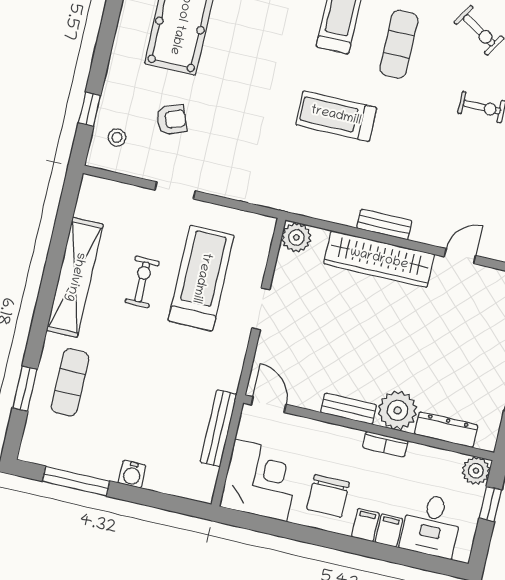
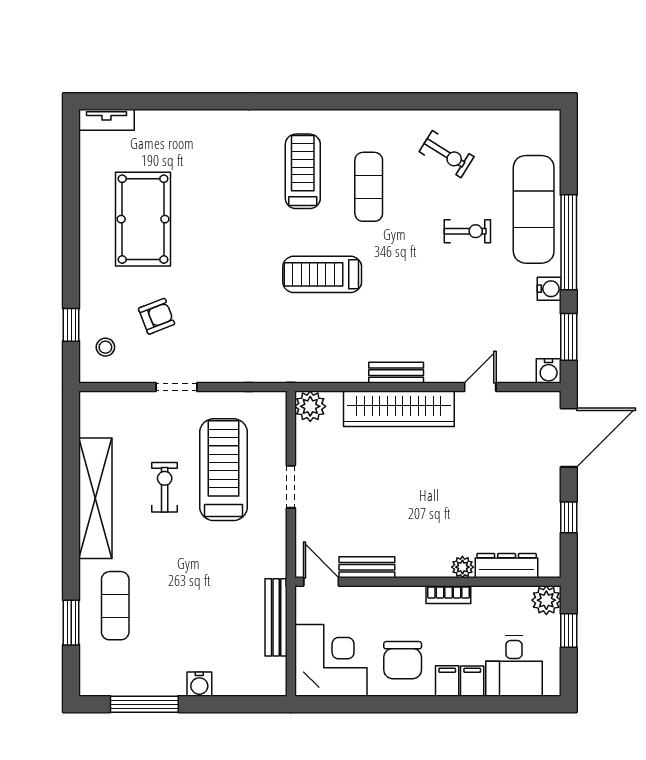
bench: (349, 409) -> (367, 567), moved
plant: (398, 410) -> (462, 567), width x0.53, depth x0.53

